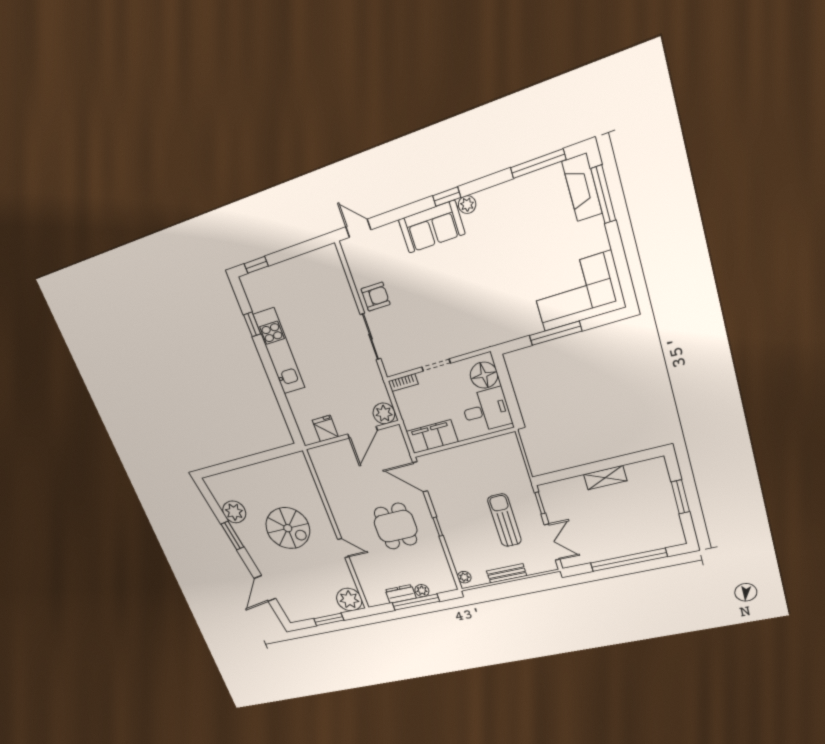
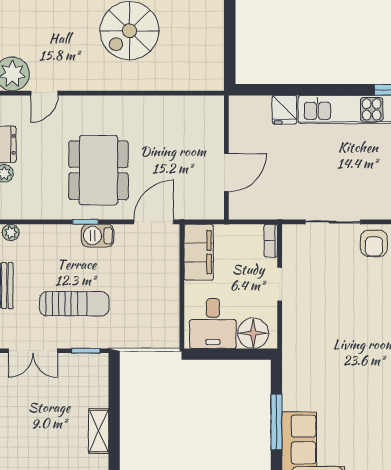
plant: (384, 413) -> (242, 206), removed
fridge: (325, 429) -> (284, 110), moved, turned 90
door: (362, 432) -> (226, 172), swing flipped
barbecue: (445, 515) -> (98, 236), added
dining table: (396, 526) -> (98, 170), width x1.38
door: (343, 548) -> (44, 93), moved

